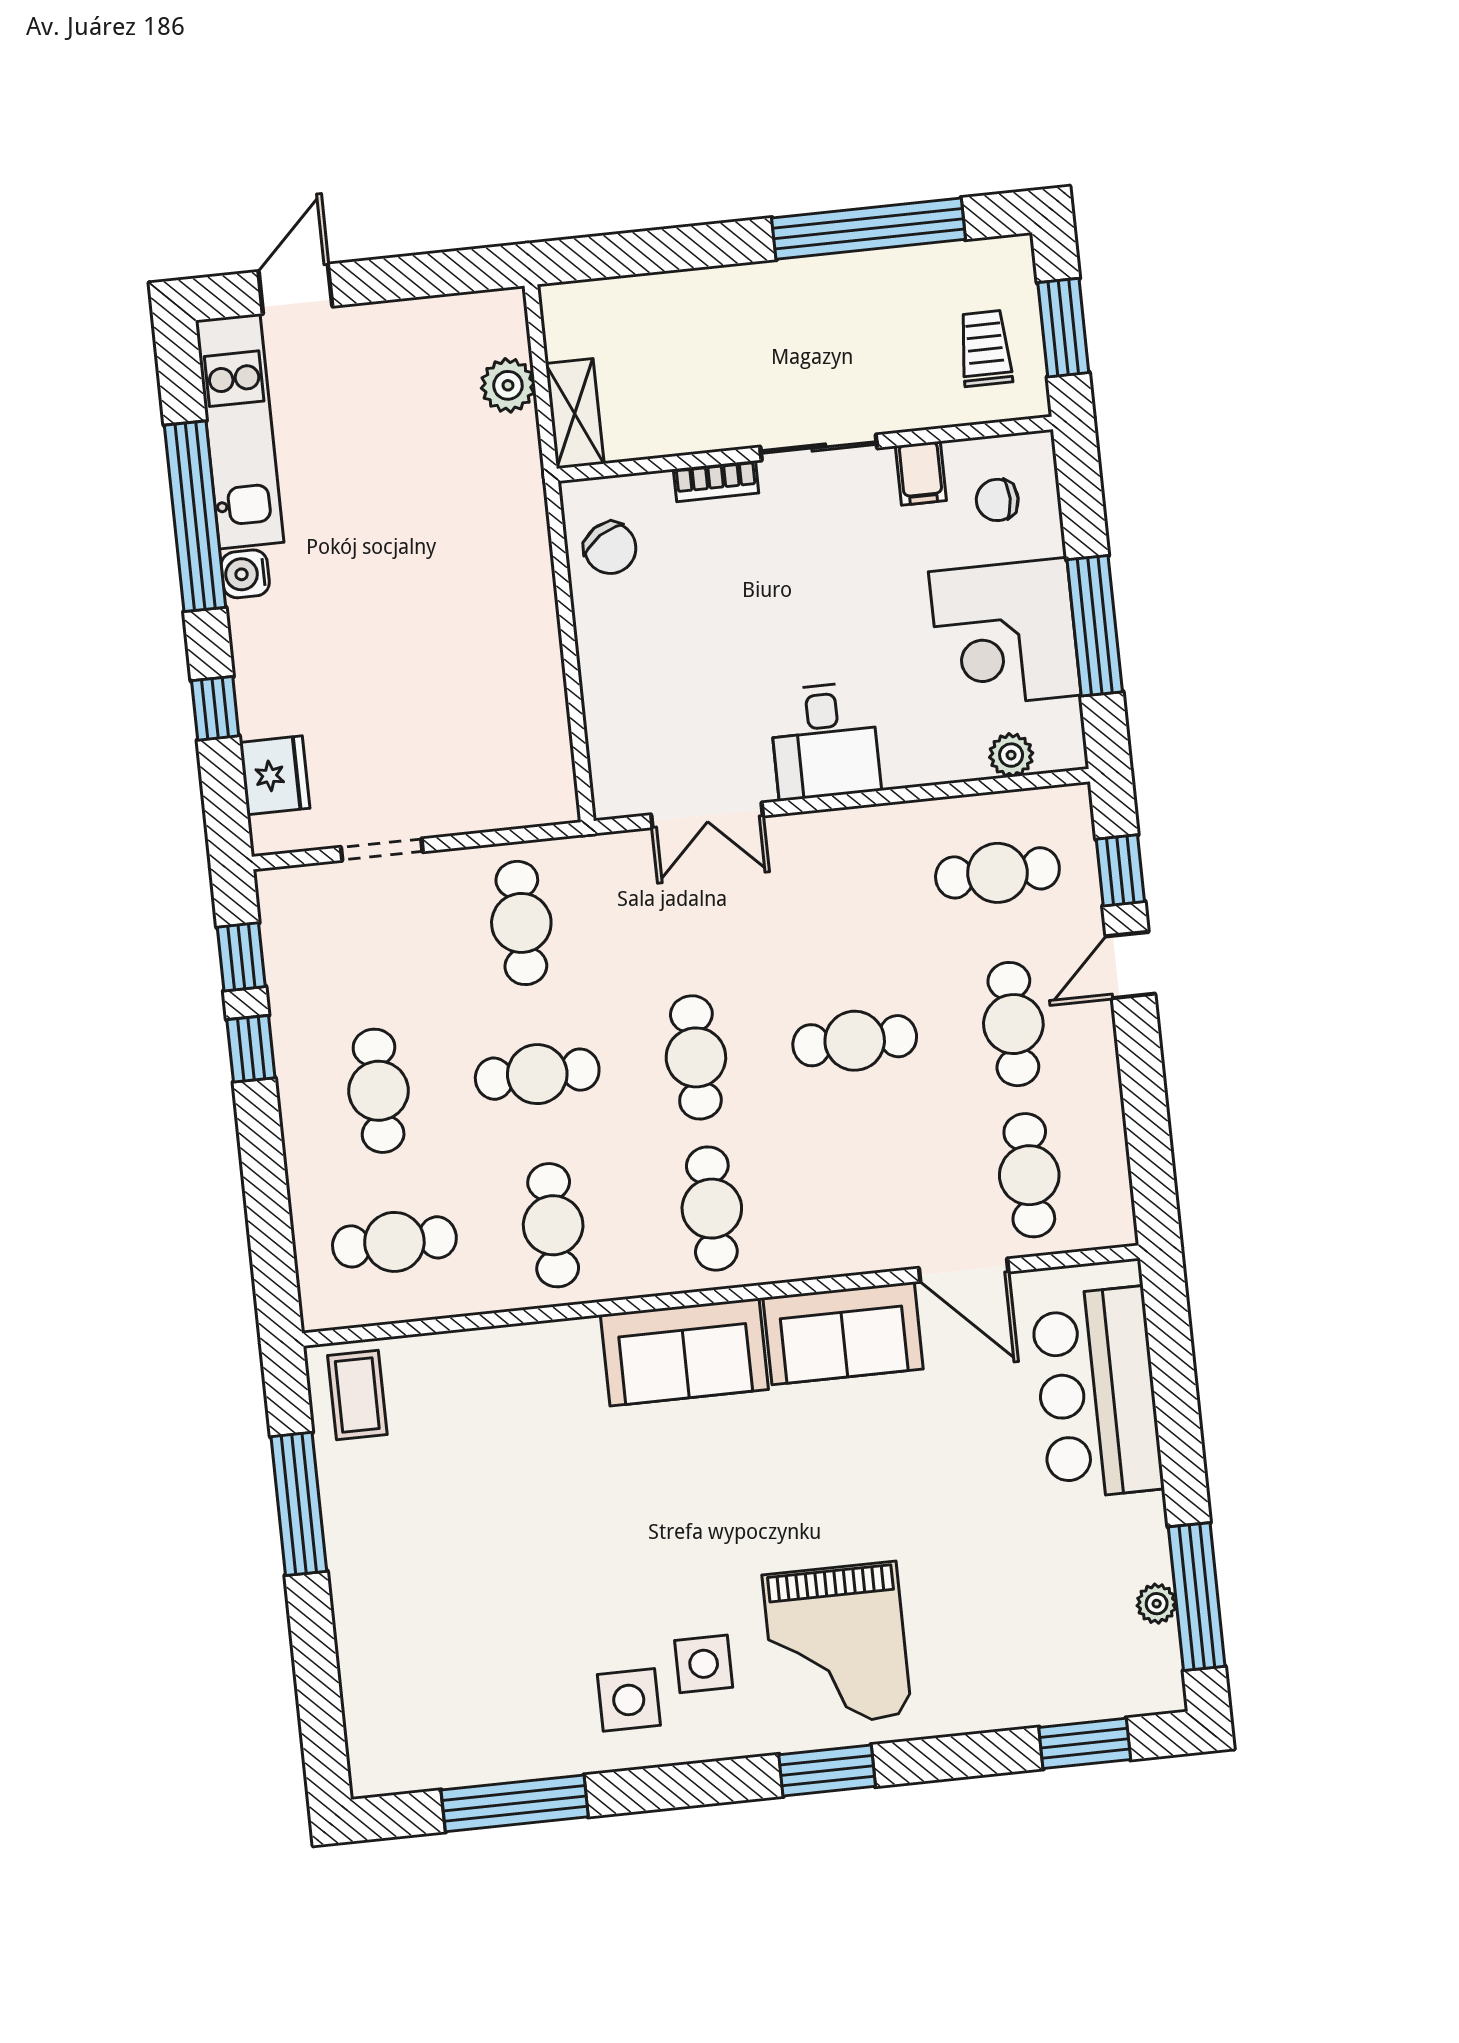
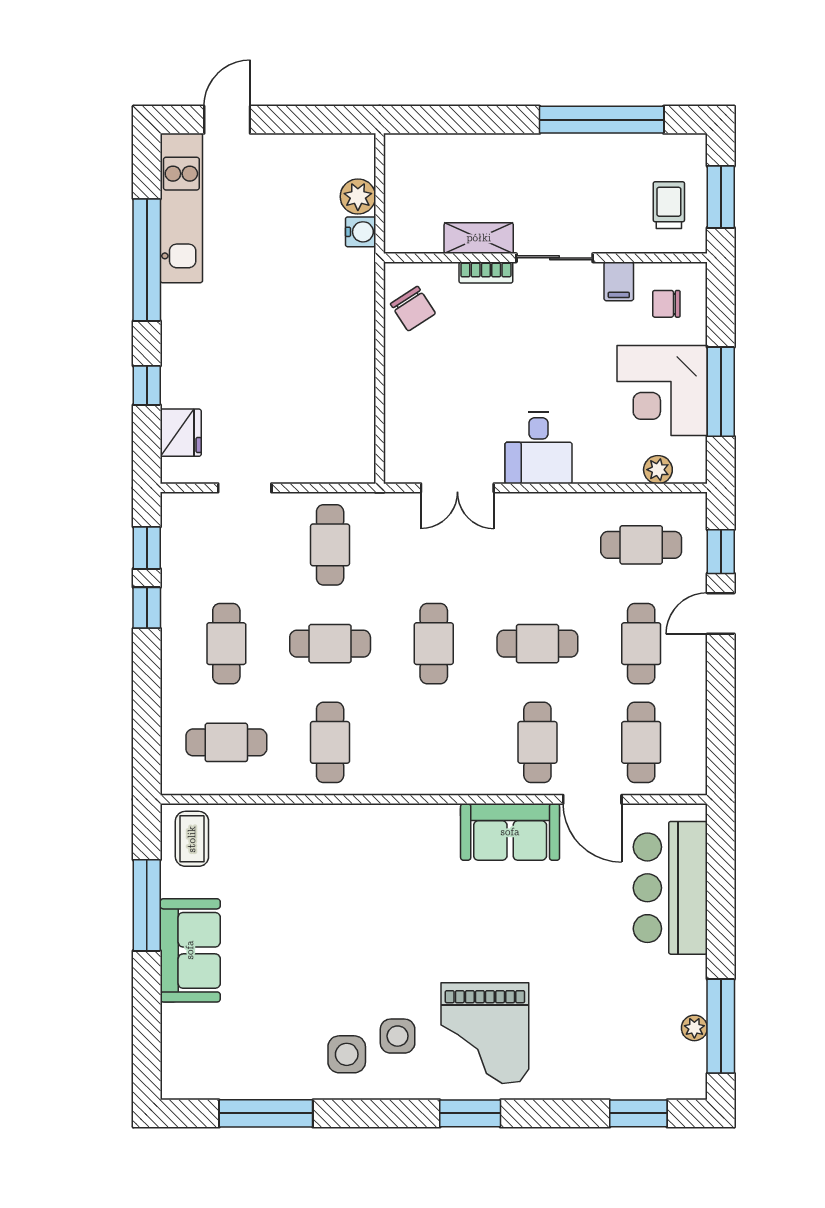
shelving: (575, 414) -> (479, 238), moved, turned 90
water cooler: (245, 574) -> (361, 232), moved, turned 180
cafe table: (712, 1209) -> (537, 742), moved
sofa: (684, 1352) -> (190, 950), moved, turned -90

